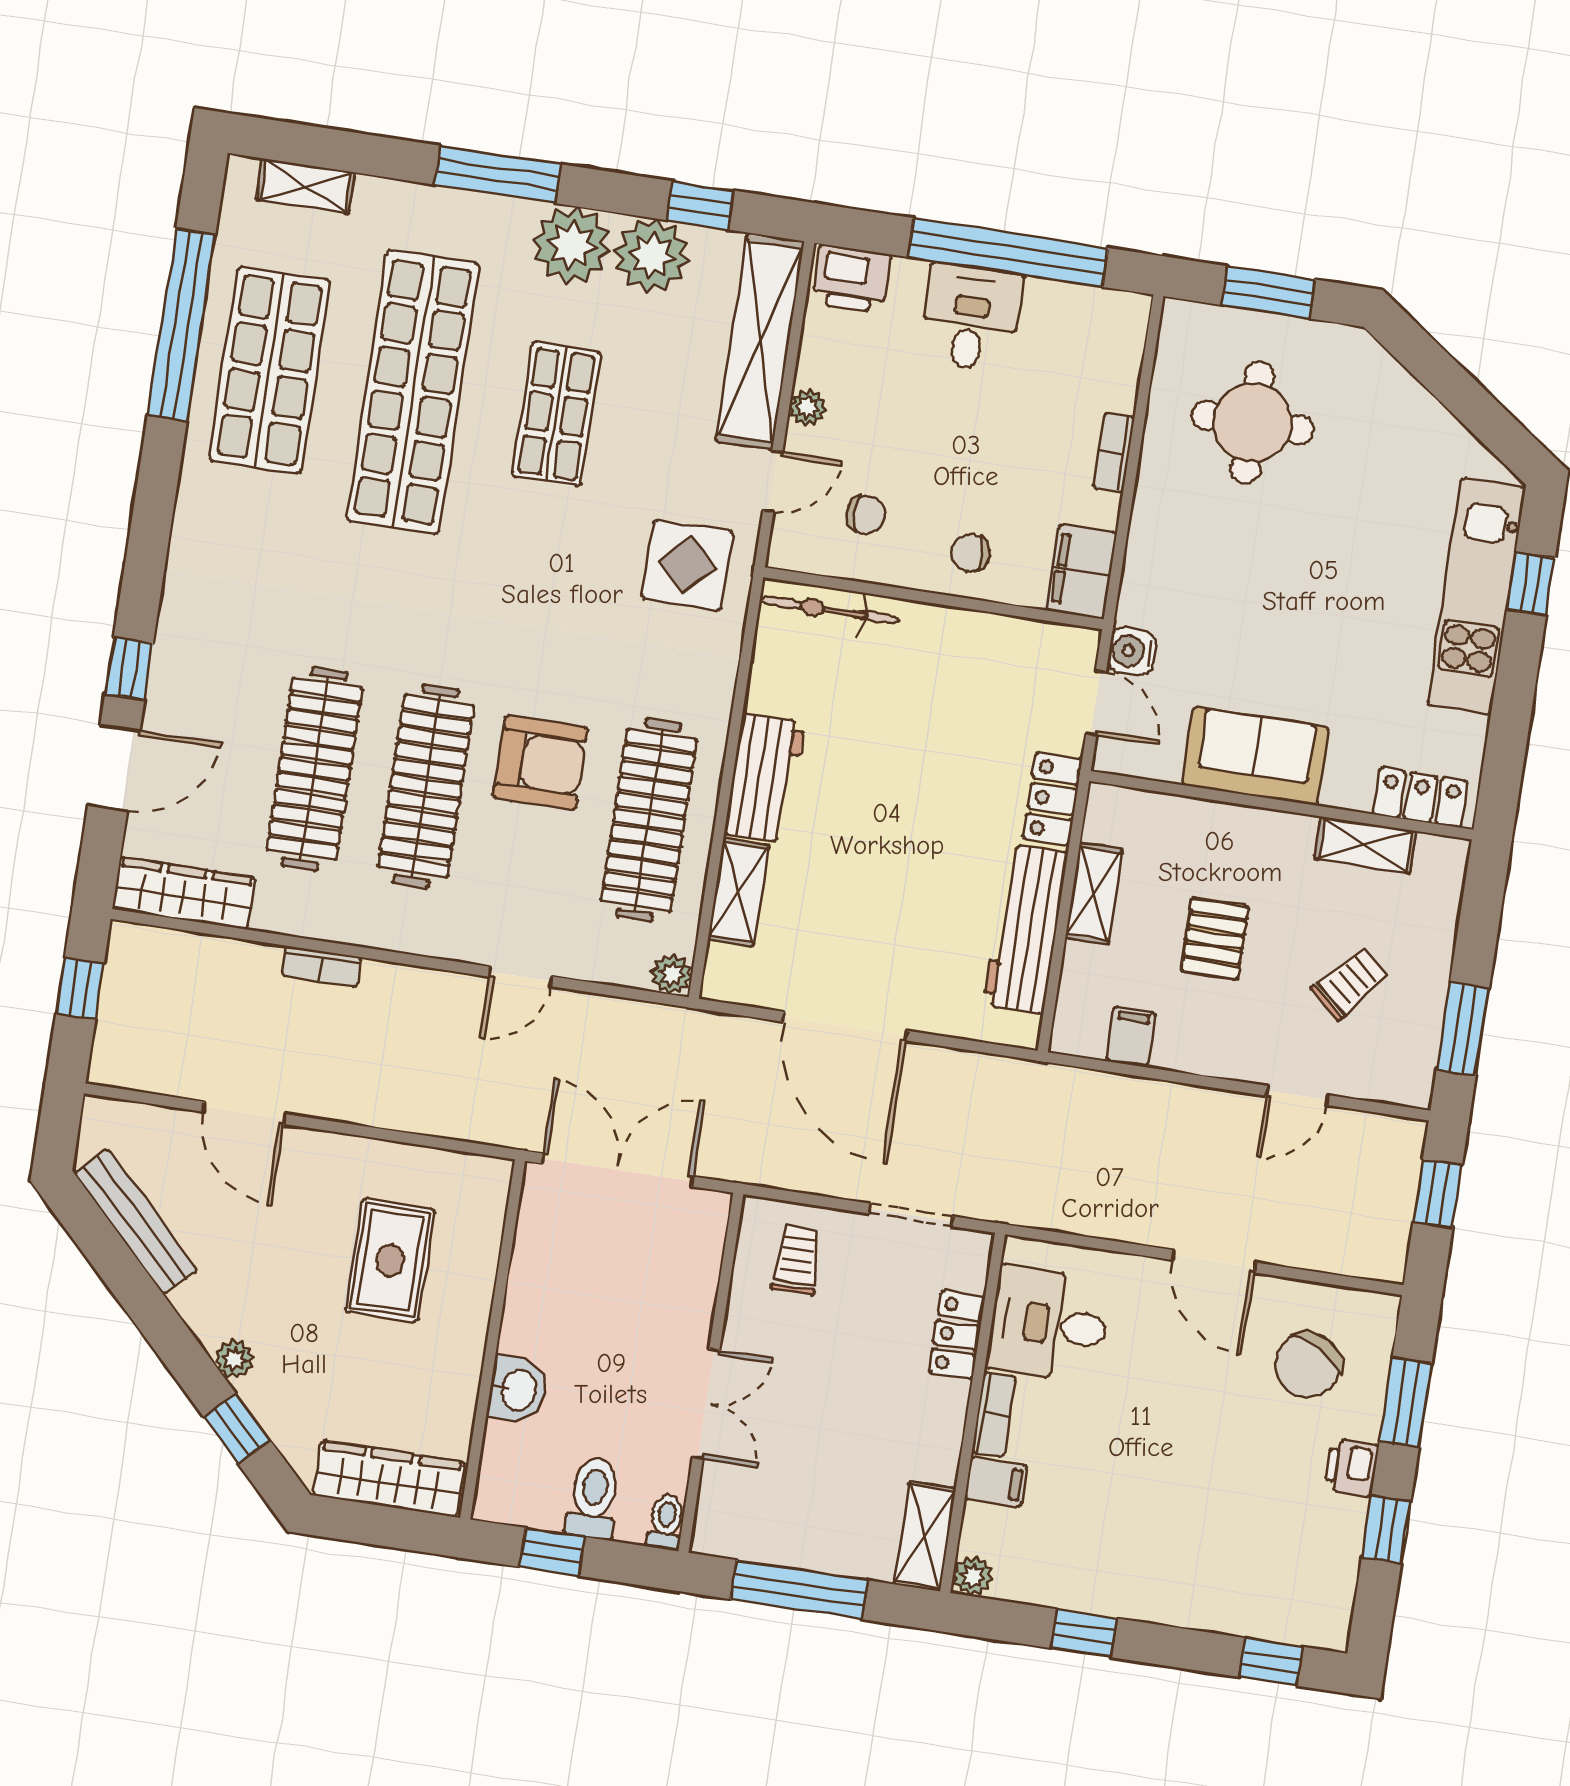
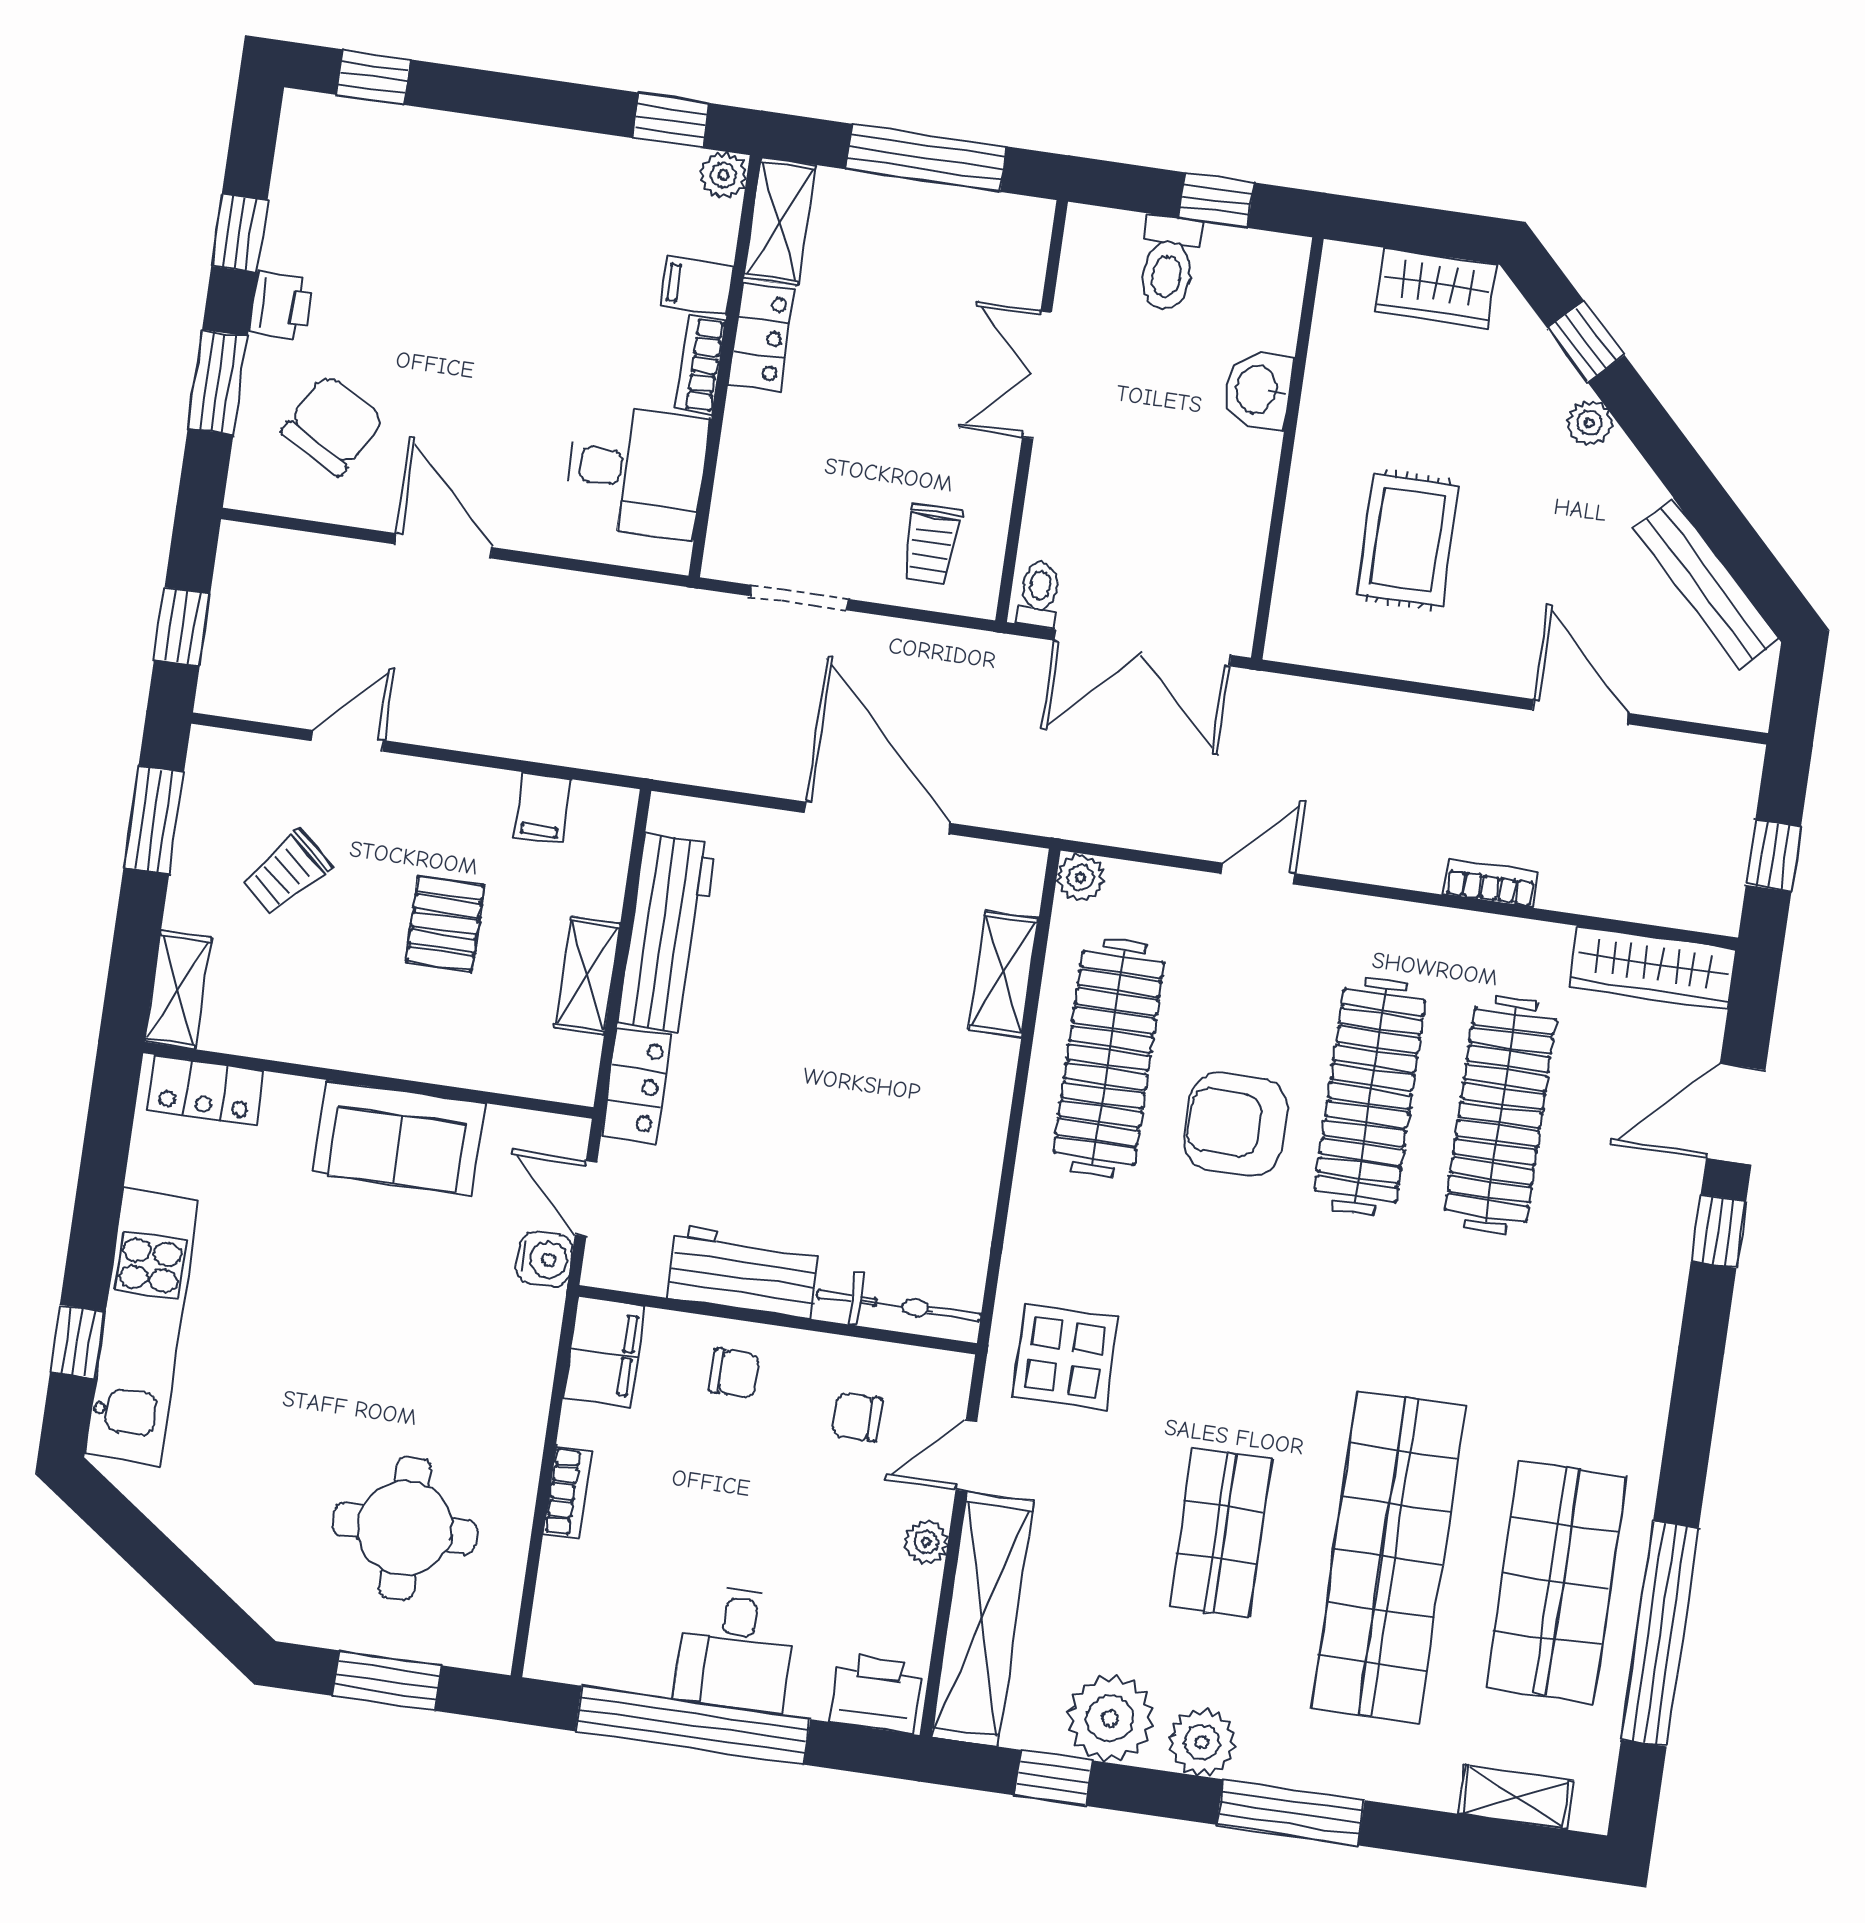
plant: (572, 245) -> (1202, 1742), width x0.73, depth x0.73
workbench: (764, 778) -> (744, 1272), moved, turned 90
shelving: (1365, 845) -> (178, 990), moved, turned 90
locker: (957, 1335) -> (761, 337), moved
wardrobe: (389, 1479) -> (1436, 288), width x0.67
toilet: (666, 1522) -> (1039, 594), moved, turned 180
window: (1084, 1633) -> (671, 121), moved

